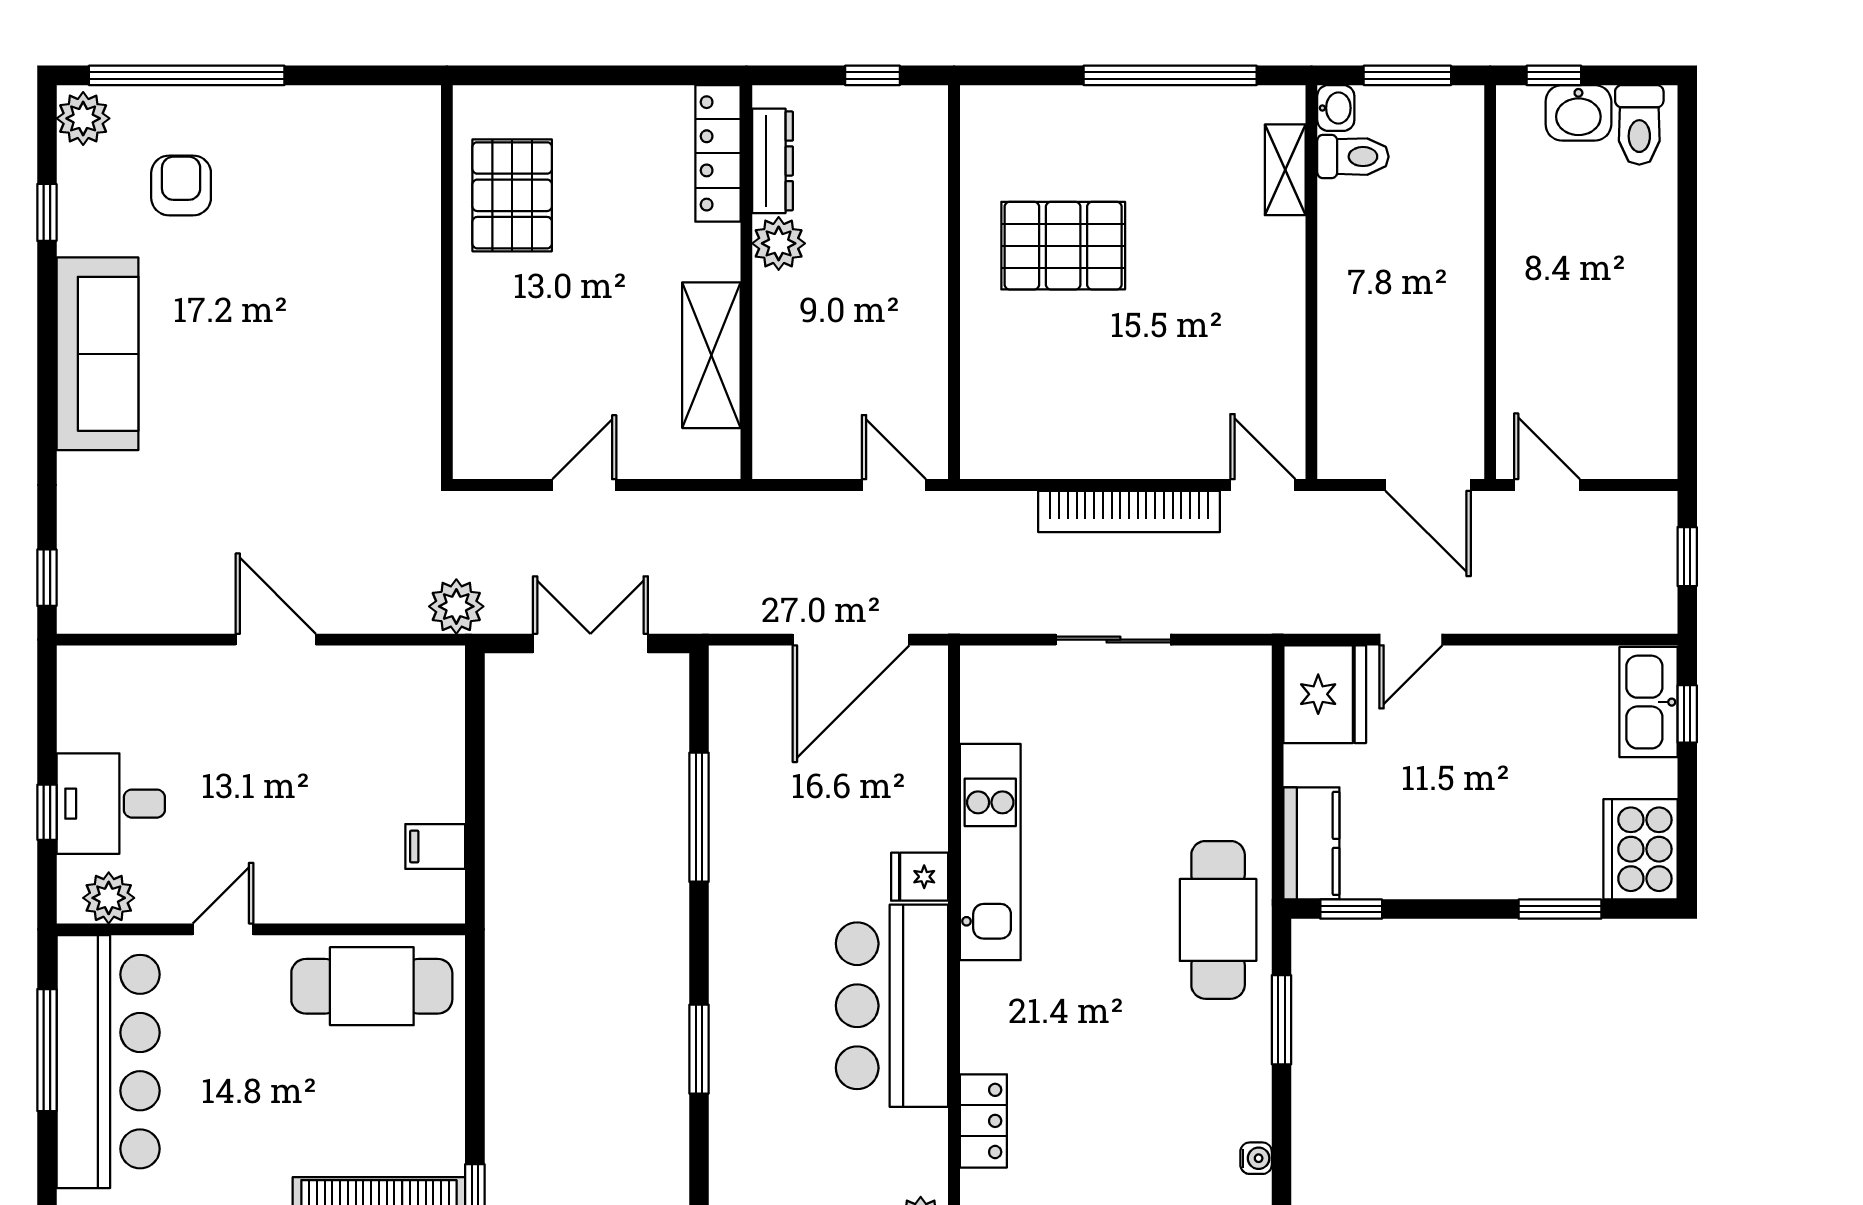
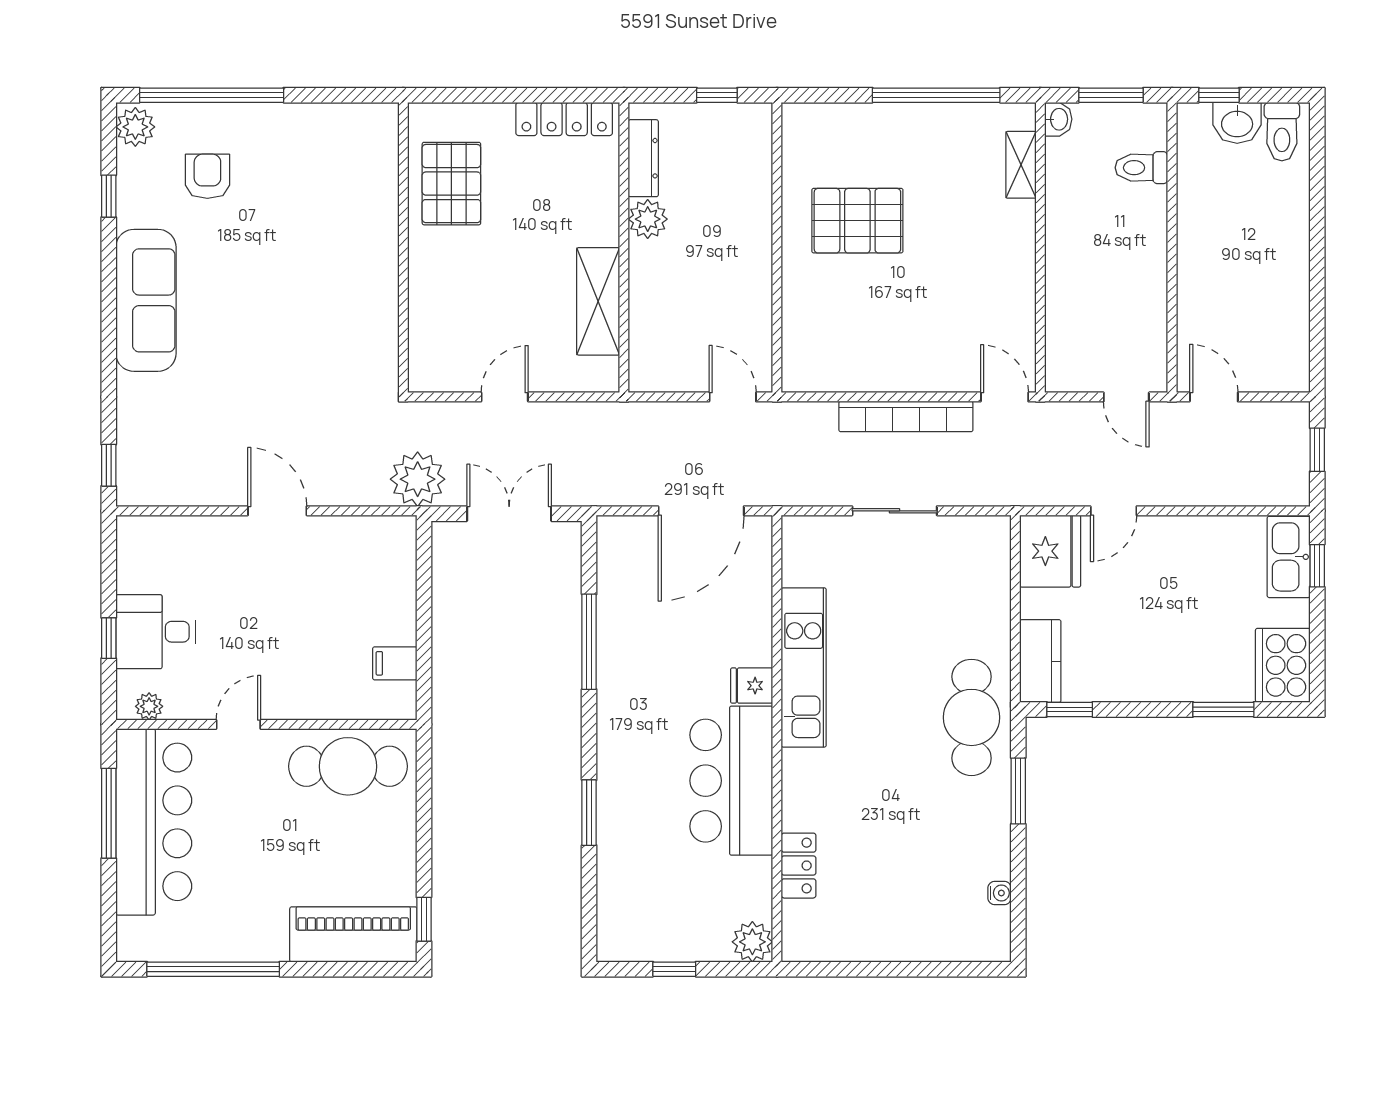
locker: (718, 153) -> (564, 119), moved, turned -90
toilet: (1353, 157) -> (1141, 168), moved, turned 180
door: (1428, 485) -> (1126, 397), width x0.73
plant: (456, 606) -> (418, 479), width x1.36, depth x1.36
plant: (109, 898) -> (149, 706), width x0.73, depth x0.73

